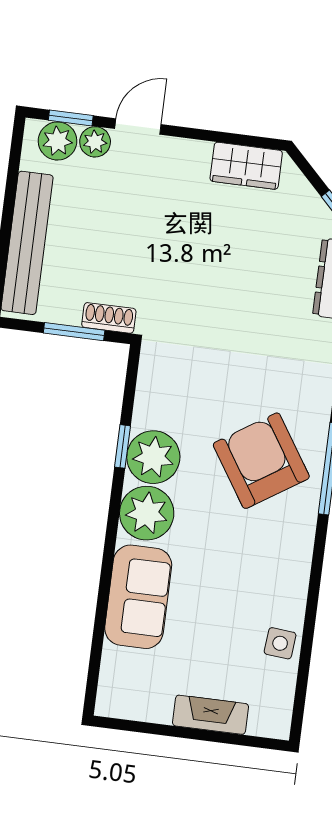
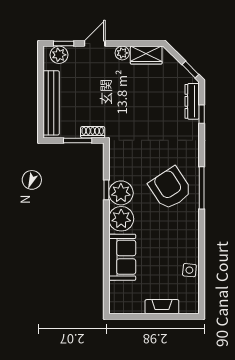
plant: (95, 142) -> (122, 53), moved

